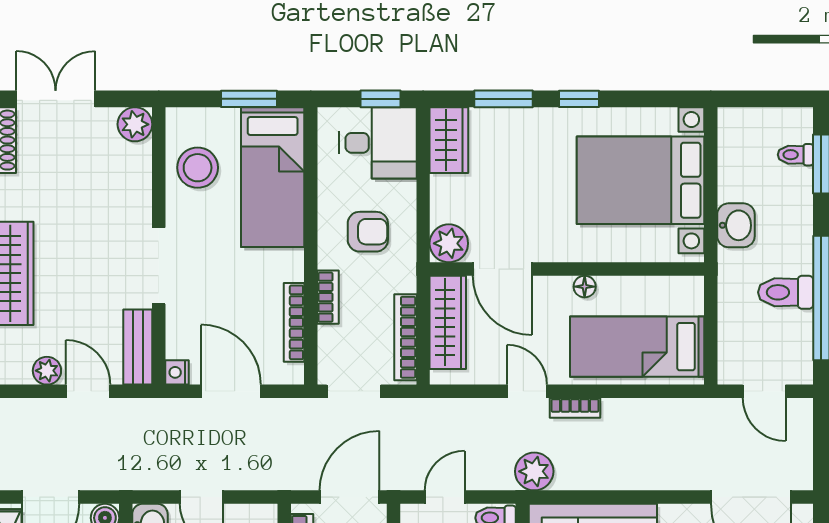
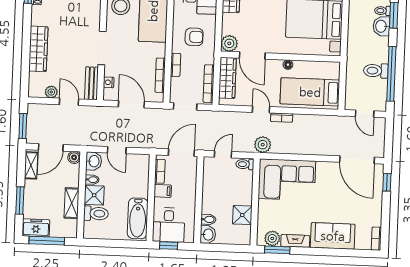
washbasin: (736, 225) -> (381, 26), moved, turned 180
nightstand: (177, 372) -> (109, 82), moved

